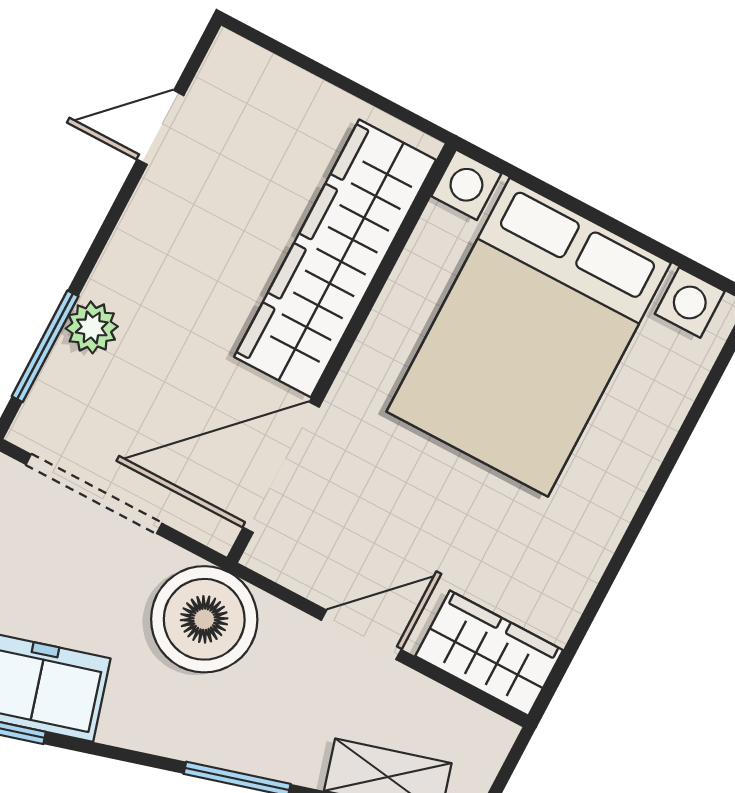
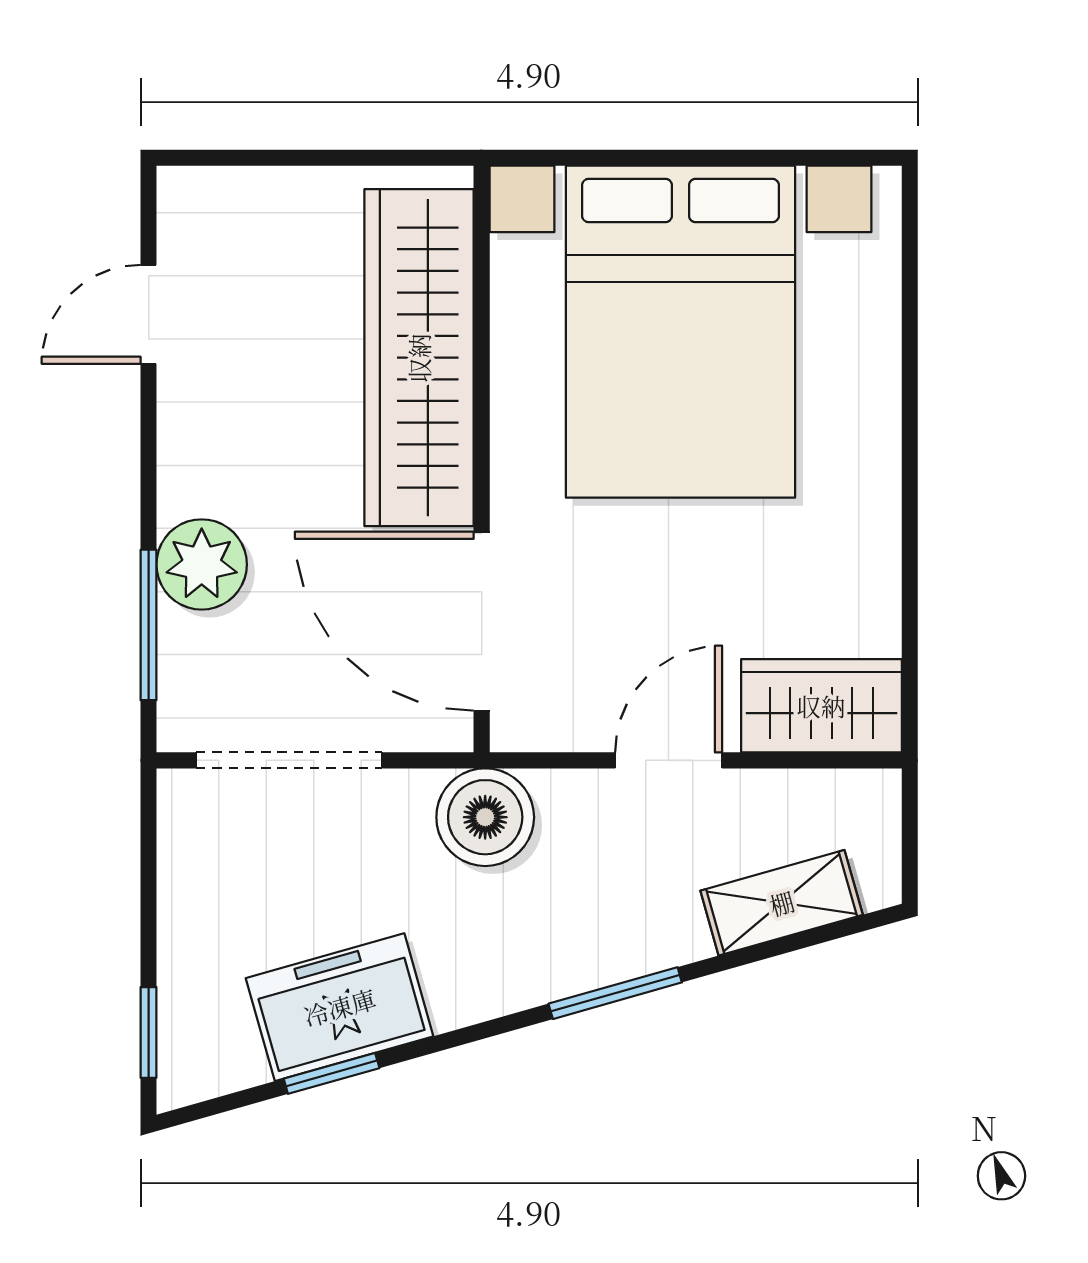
plant: (92, 327) -> (202, 564), width x1.38, depth x1.38
door: (281, 467) -> (482, 621), hinge flipped
boiler: (204, 619) -> (485, 817), width x0.73, depth x0.73

